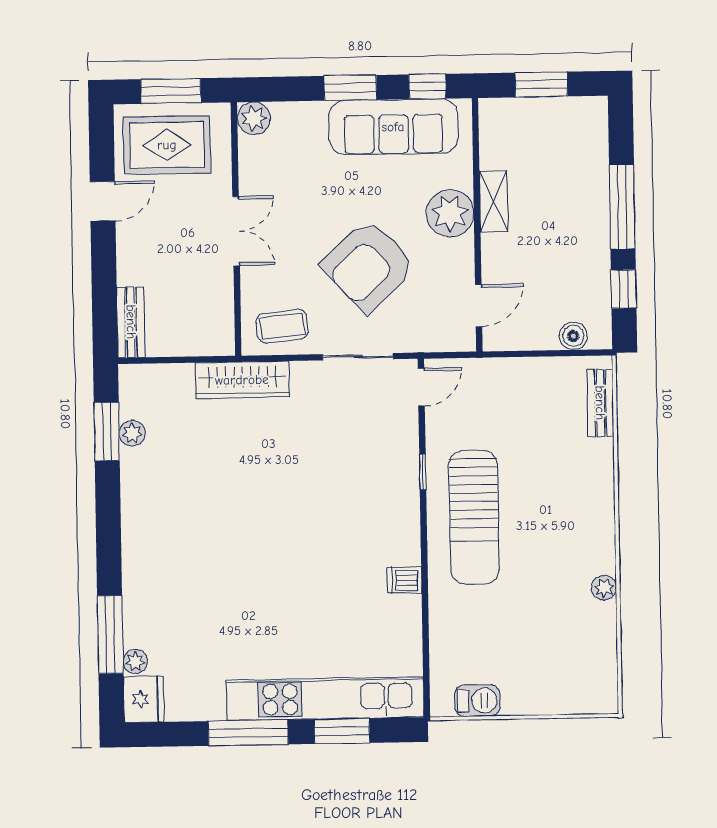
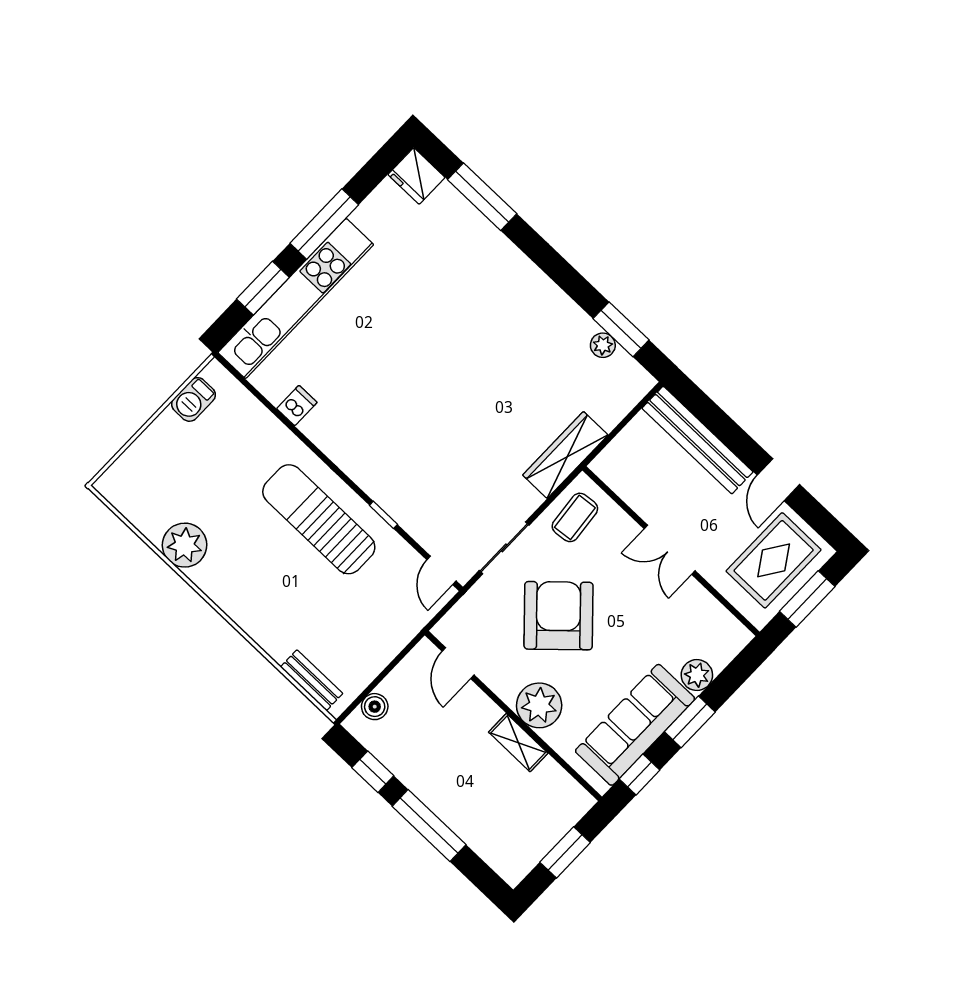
plant: (254, 118) -> (697, 675), moved
bench: (131, 322) -> (697, 440), width x1.86, depth x1.21
dishwasher: (404, 581) -> (297, 406), moved
plant: (604, 588) -> (185, 545), width x1.88, depth x1.88
plant: (135, 661) -> (447, 196), removed

